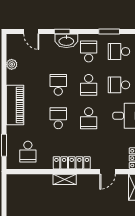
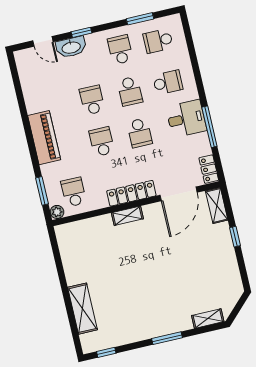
washbasin: (66, 41) -> (71, 47), moved
plant: (12, 64) -> (57, 212), moved
school desk: (119, 85) -> (168, 82), turned 180
school desk: (28, 152) -> (74, 192), turned 180
door: (108, 172) -> (179, 194), width x1.88

